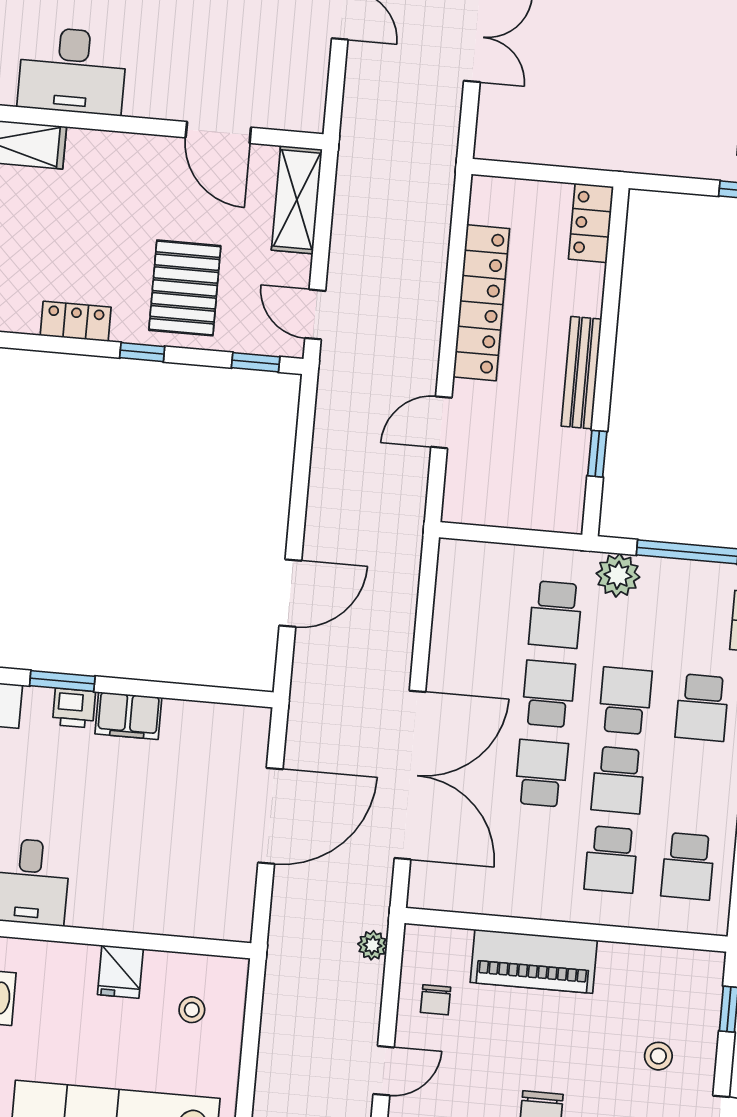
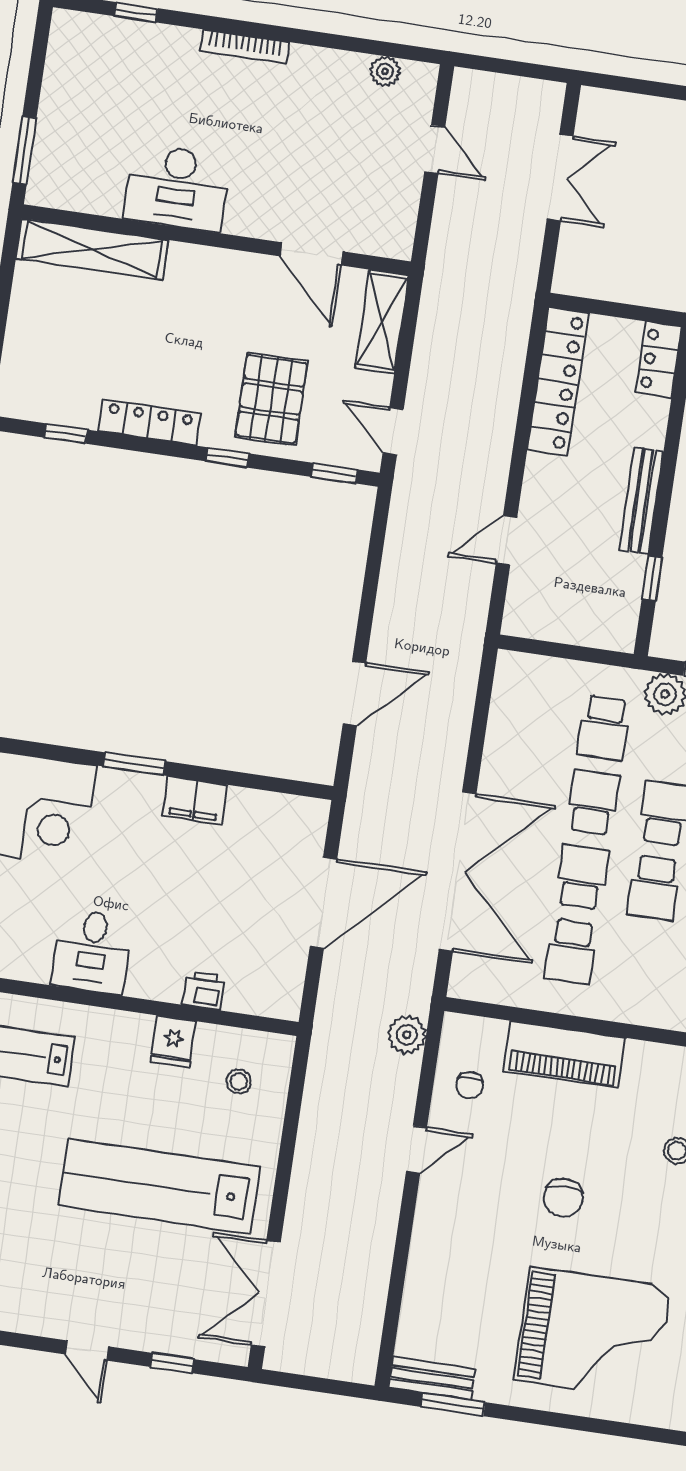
locker: (481, 303) -> (558, 381), moved
locker: (76, 321) -> (150, 422), width x1.53
printer: (74, 708) -> (204, 990), moved, turned 180
school desk: (611, 859) -> (571, 952), moved
plant: (372, 945) -> (407, 1035), width x1.38, depth x1.38

